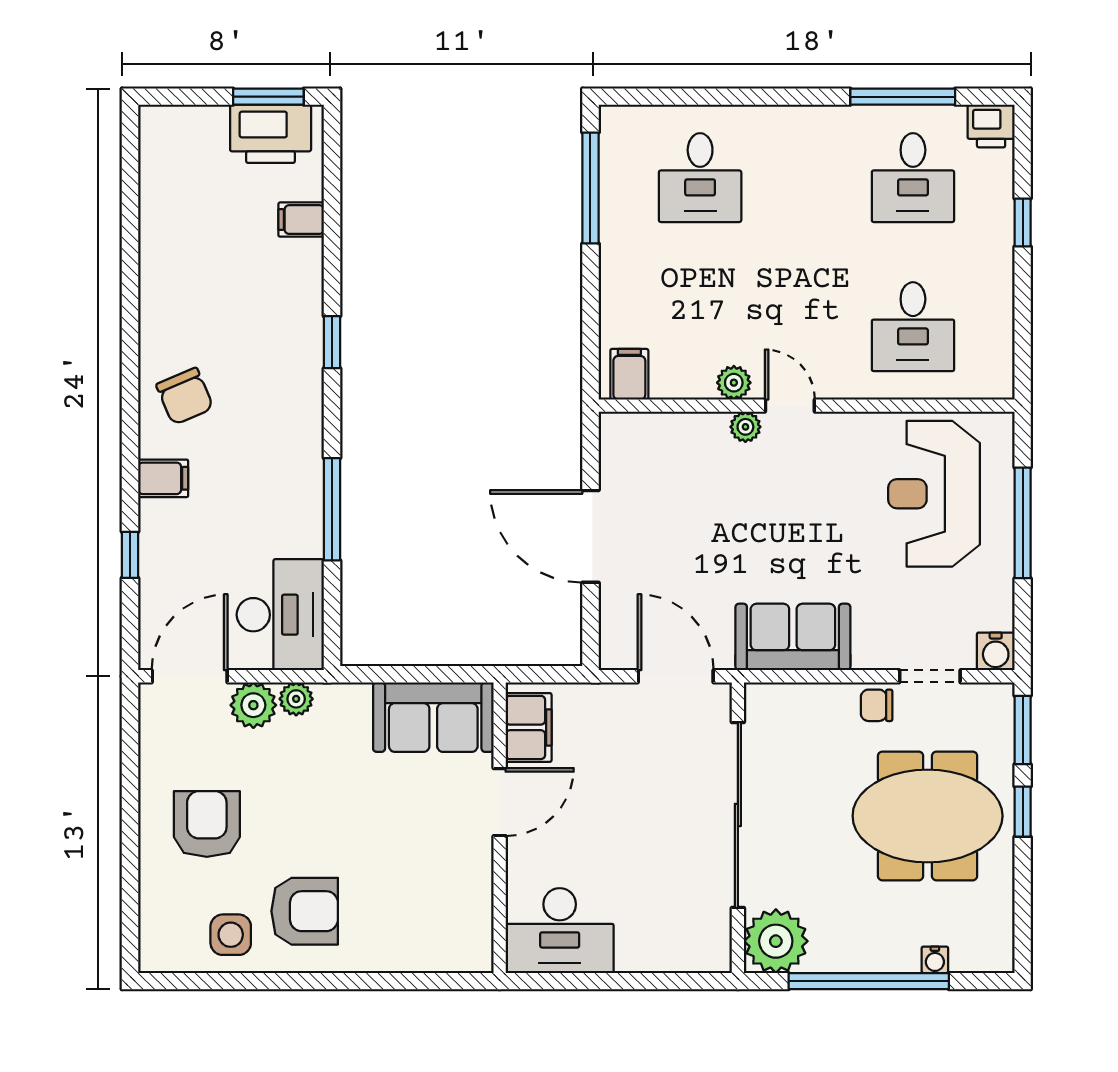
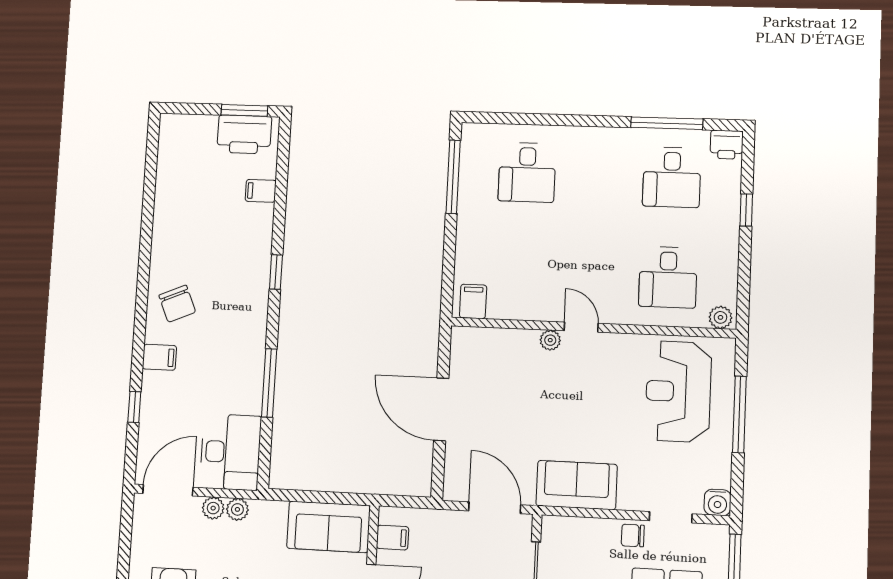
plant: (734, 383) -> (720, 317), moved
plant: (253, 705) -> (213, 508), width x0.73, depth x0.73
filing cabinet: (529, 727) -> (393, 538), width x0.50

